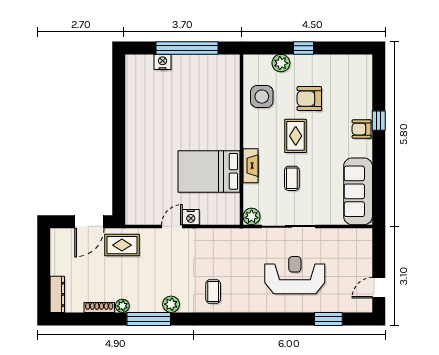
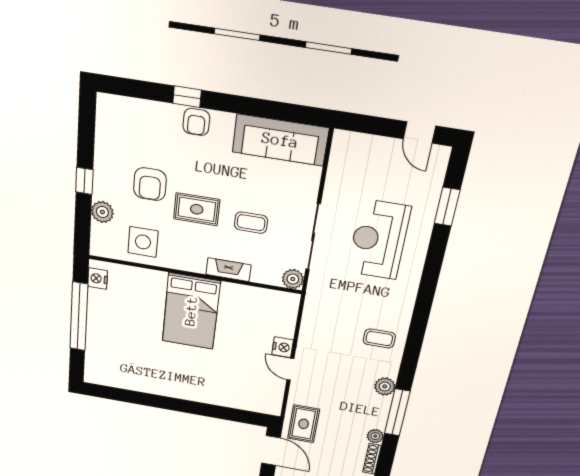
nightstand: (163, 62) -> (98, 279), moved
bed: (209, 171) -> (191, 311), moved

